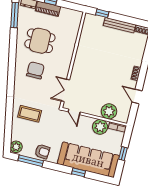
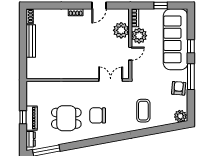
window: (102, 13) -> (23, 62), removed
dining table: (40, 41) -> (66, 118), turned 90
double door: (65, 90) -> (111, 80), swing flipped
door: (74, 112) -> (130, 54), moved
window: (31, 161) -> (191, 77), moved

